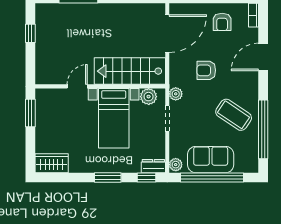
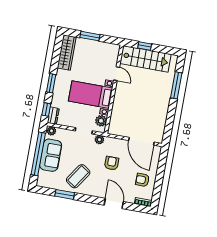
window: (30, 33) -> (145, 46), moved
stairs: (130, 71) -> (146, 59), moved, turned 90
window: (30, 113) -> (90, 36), moved
window: (263, 129) -> (65, 194), width x0.47
wardrobe: (52, 163) -> (67, 52), width x1.50

